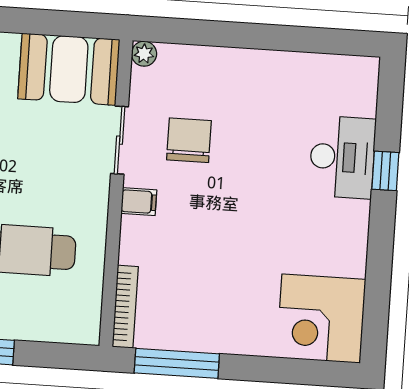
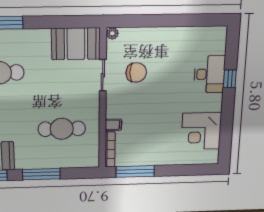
chair: (189, 140) -> (136, 73), turned 90
filing cabinet: (139, 202) -> (113, 125), moved
corner desk: (321, 319) -> (201, 131), moved

